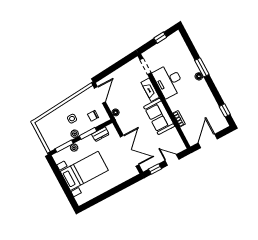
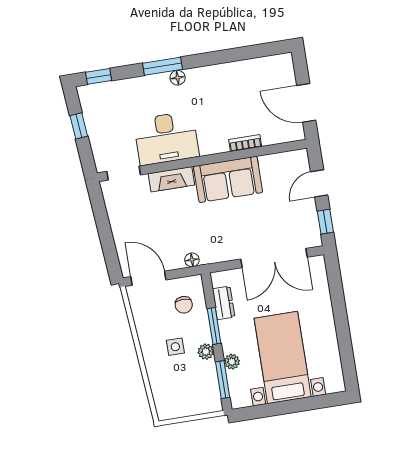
window: (225, 110) -> (99, 76), moved
double door: (130, 151) -> (274, 258), swing flipped

